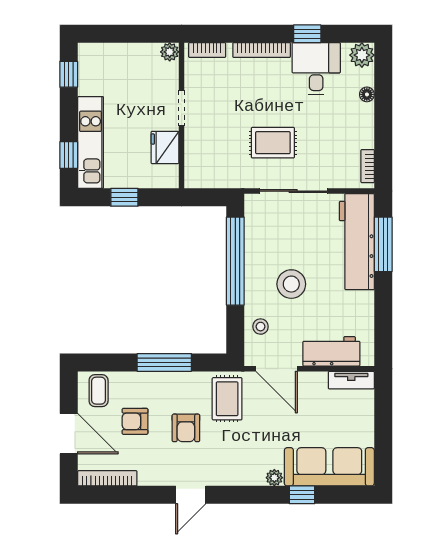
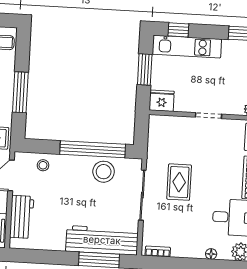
fridge: (165, 147) -> (162, 101), moved
window: (124, 197) -> (145, 69), width x1.50
stool: (291, 284) -> (104, 172), moved

